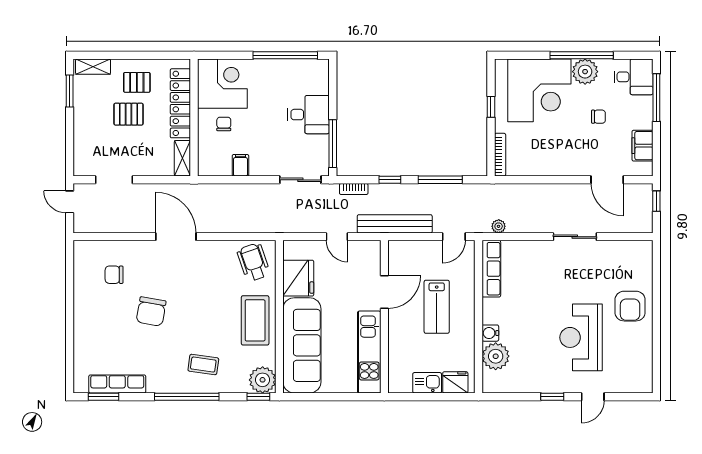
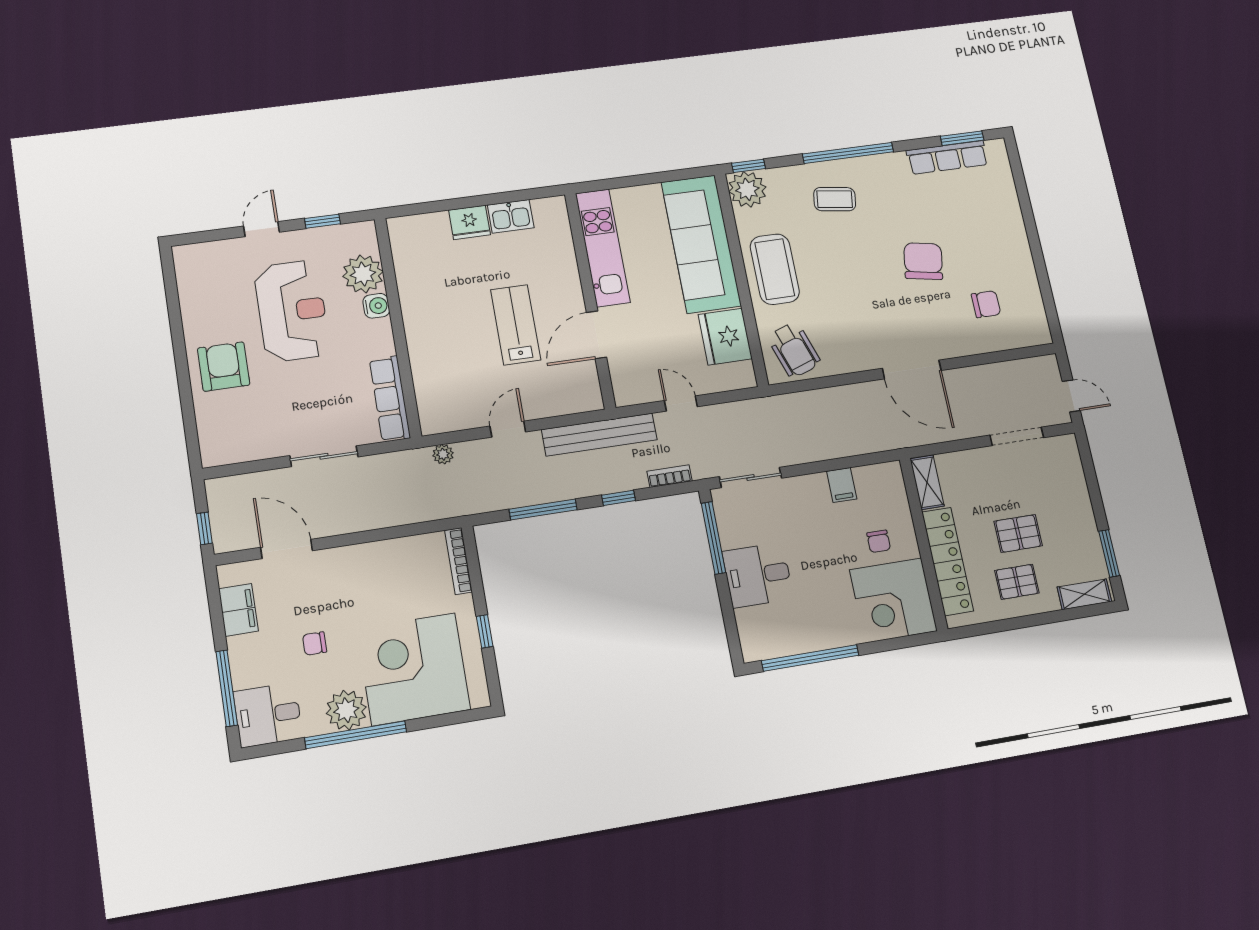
row of seats: (491, 269) -> (390, 399), moved
wall: (479, 317) -> (398, 327), moved
water cooler: (490, 333) -> (376, 306), moved
plant: (496, 356) -> (363, 274), moved

